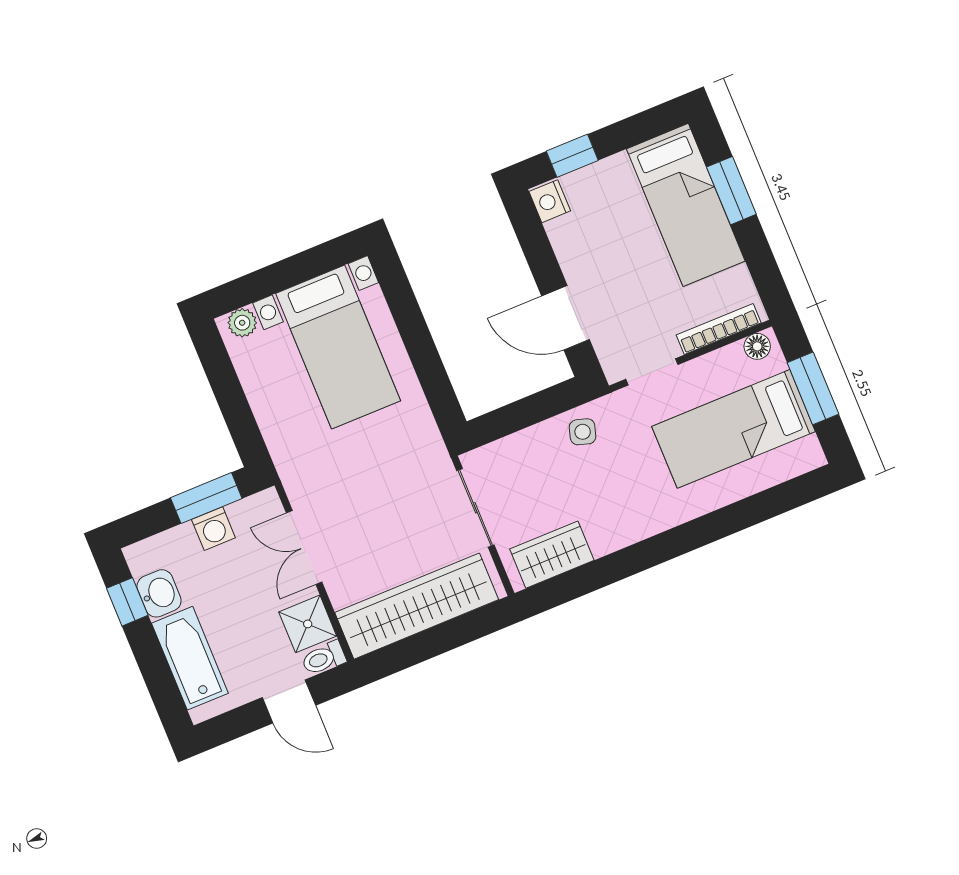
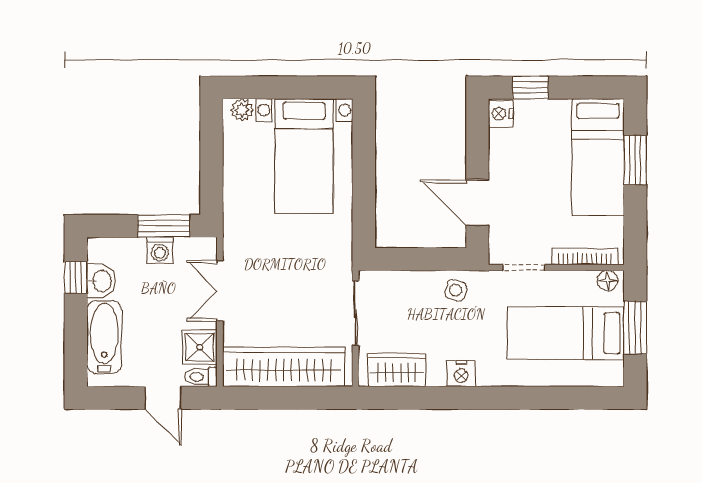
nightstand: (630, 528) -> (461, 374), added

